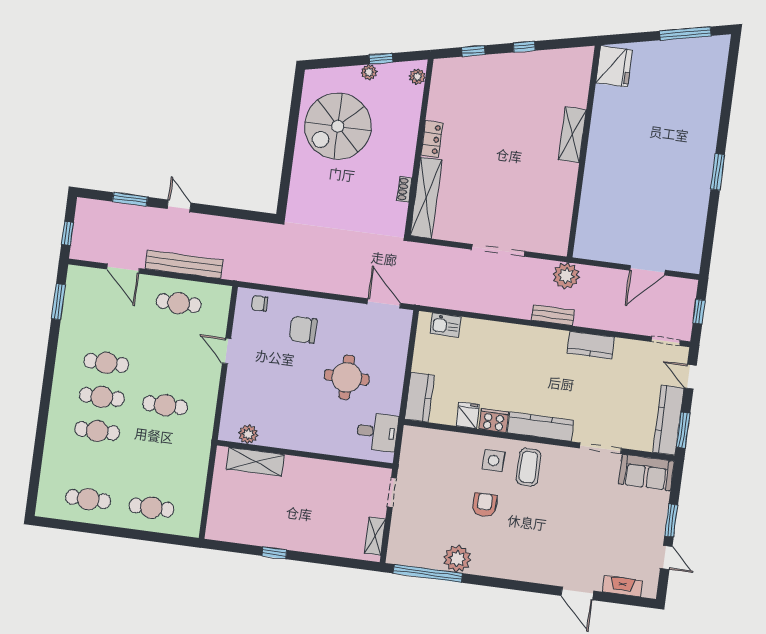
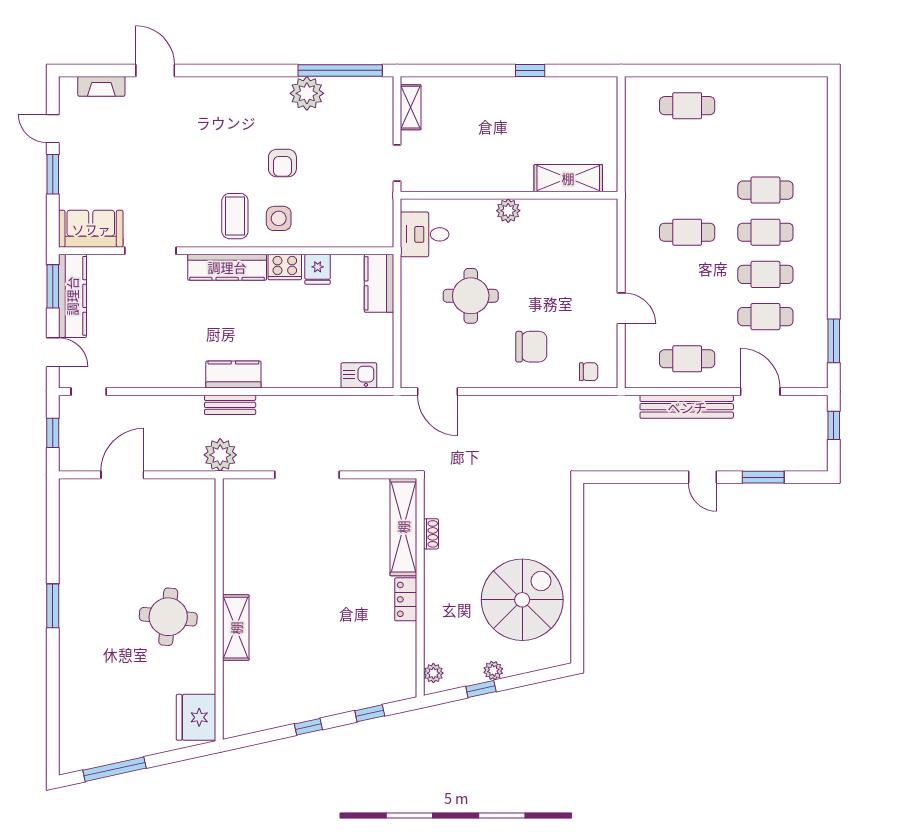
round table: (626, 151) -> (168, 617), added
kitchen counter: (591, 345) -> (233, 374), moved
plant: (248, 434) -> (508, 211), moved
cafe table: (88, 499) -> (765, 317), moved

